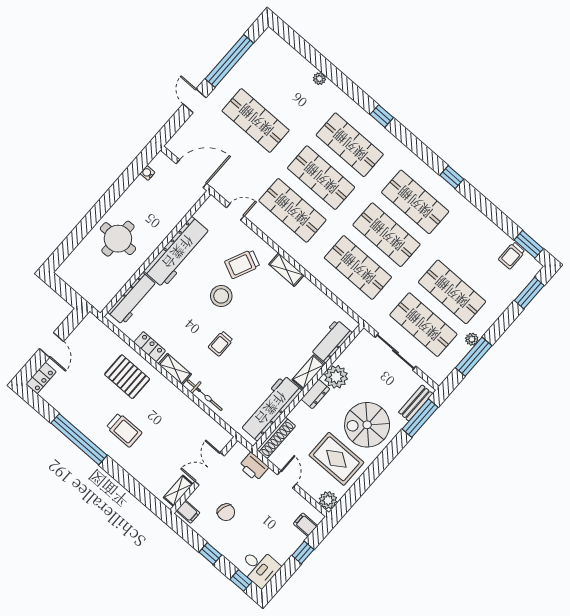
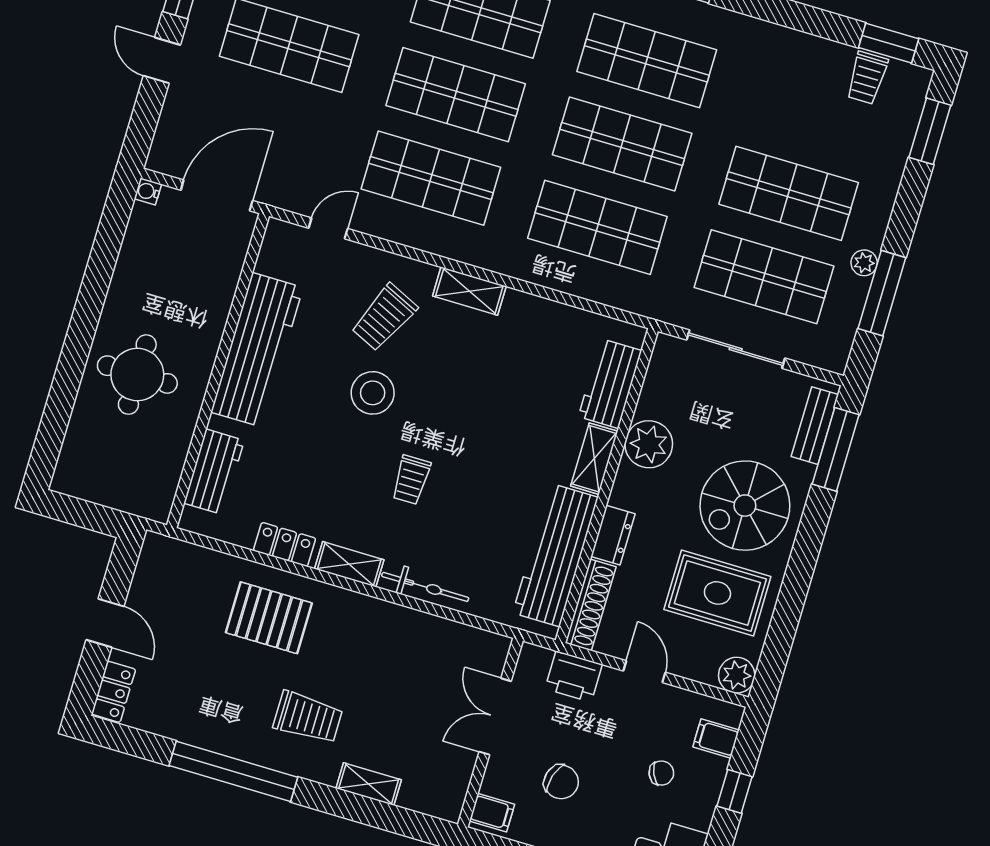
water cooler: (147, 173) -> (148, 191), moved
workbench: (133, 299) -> (214, 472), width x0.73
dresser: (315, 394) -> (613, 535), moved
shelving: (178, 491) -> (369, 784), moved, turned 90
chair: (273, 529) -> (661, 773), added

